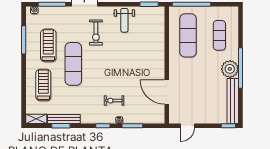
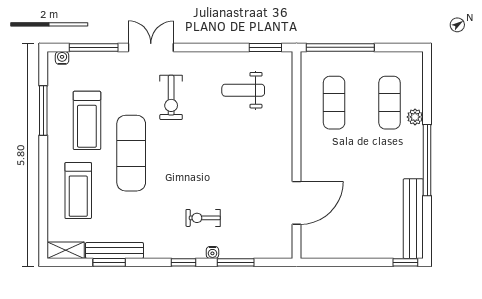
weight bench: (124, 20) -> (243, 90), moved, turned 90
exercise mat: (188, 35) -> (334, 103), width x0.73, depth x0.69
treadmill: (48, 45) -> (87, 120), turned 180
plant: (230, 69) -> (415, 117), moved, width x0.53, depth x0.53
treadmill: (43, 85) -> (78, 191), turned 180
door: (167, 92) -> (297, 203), swing flipped
door: (187, 126) -> (333, 262), removed

